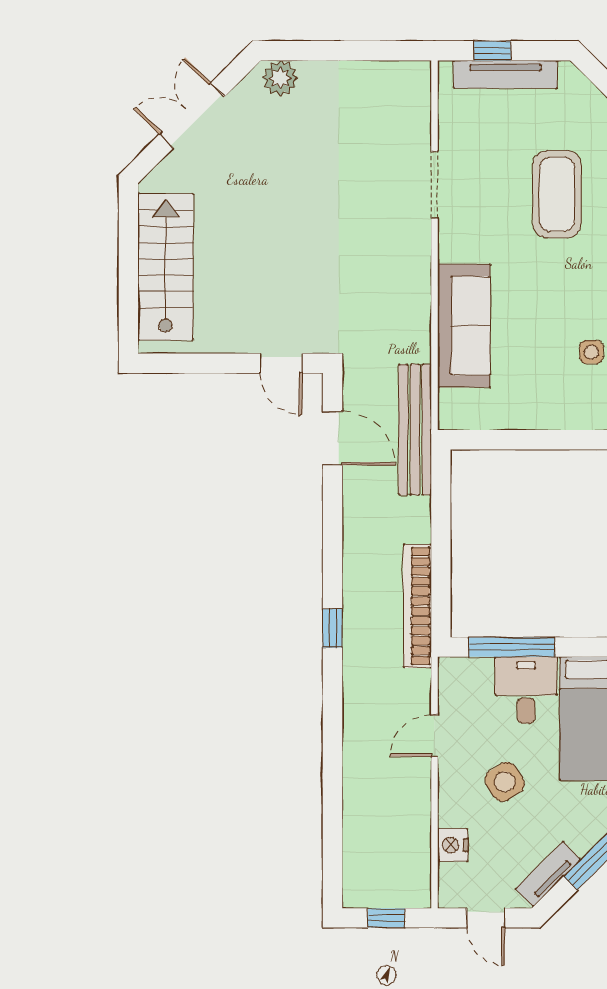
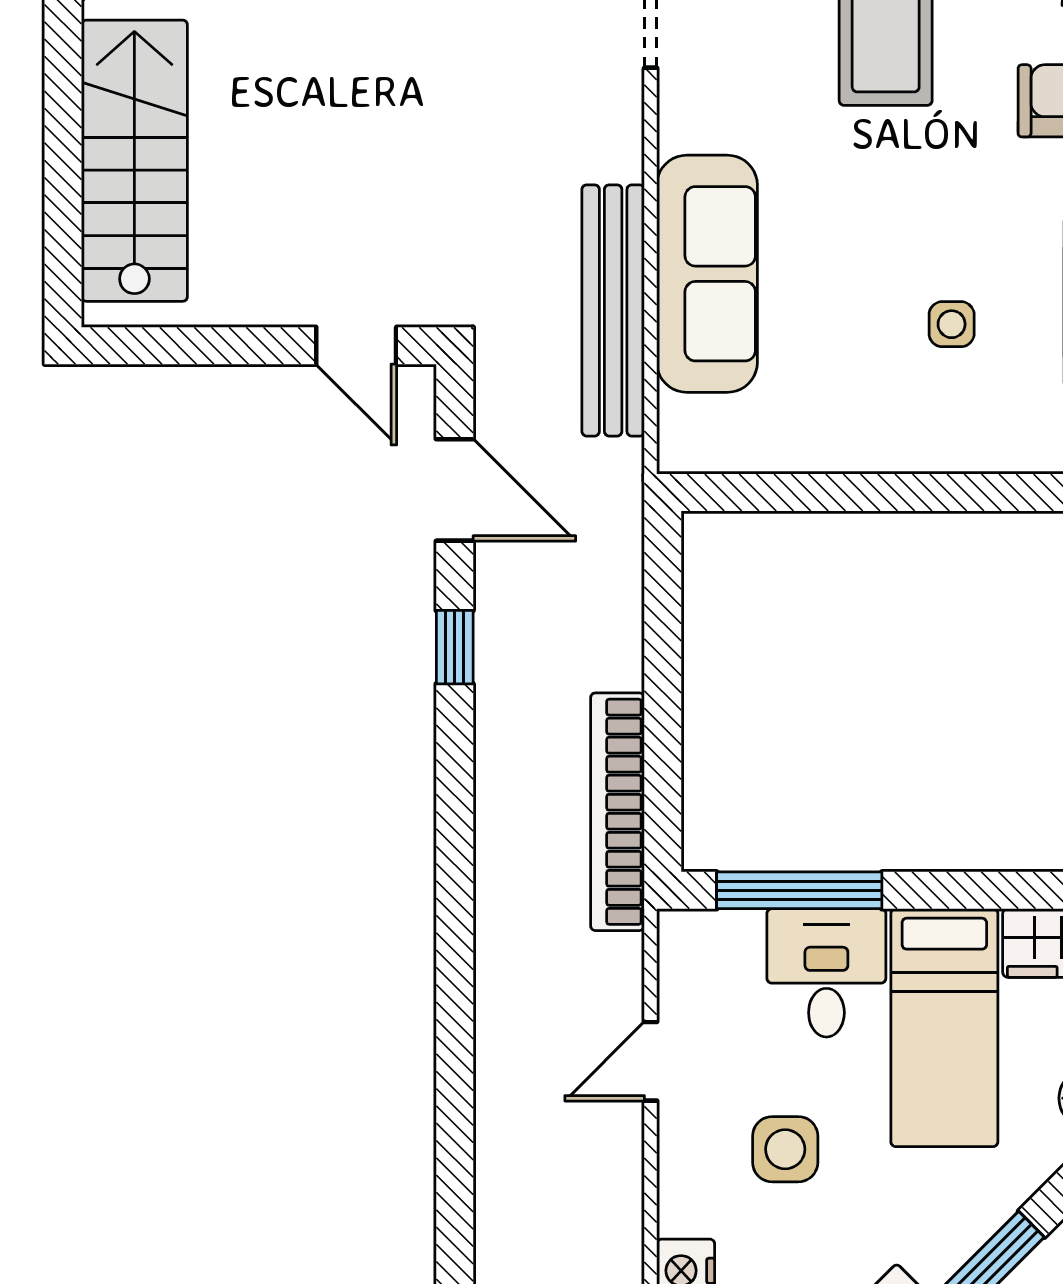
bench: (415, 430) -> (613, 310), moved
window: (332, 628) -> (455, 647), moved
side table: (505, 782) -> (785, 1149), turned 33

